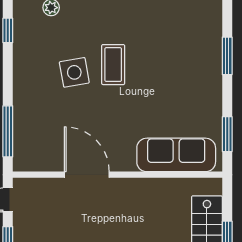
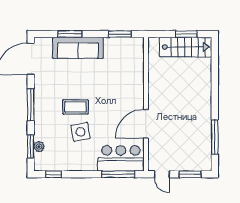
bar counter: (33, 136) -> (121, 158), added
sofa: (176, 155) -> (78, 48), moved, turned -90

